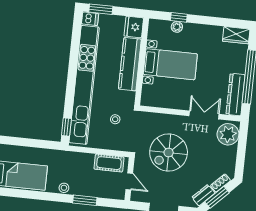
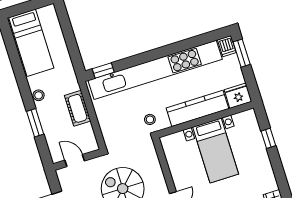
plant: (177, 27) -> (258, 141), removed
stool: (115, 119) -> (150, 119), moved
cot: (109, 163) -> (78, 108), moved
door: (129, 181) -> (75, 161), swing flipped

